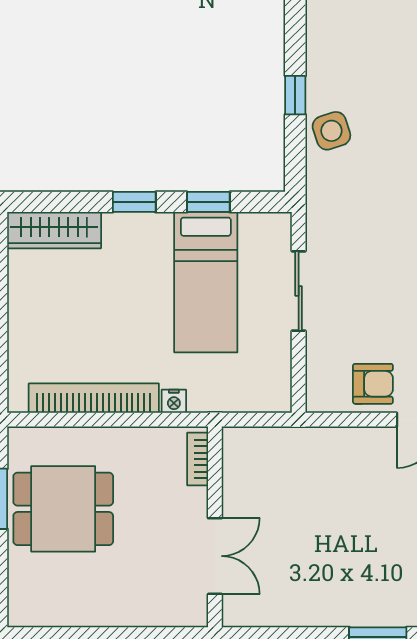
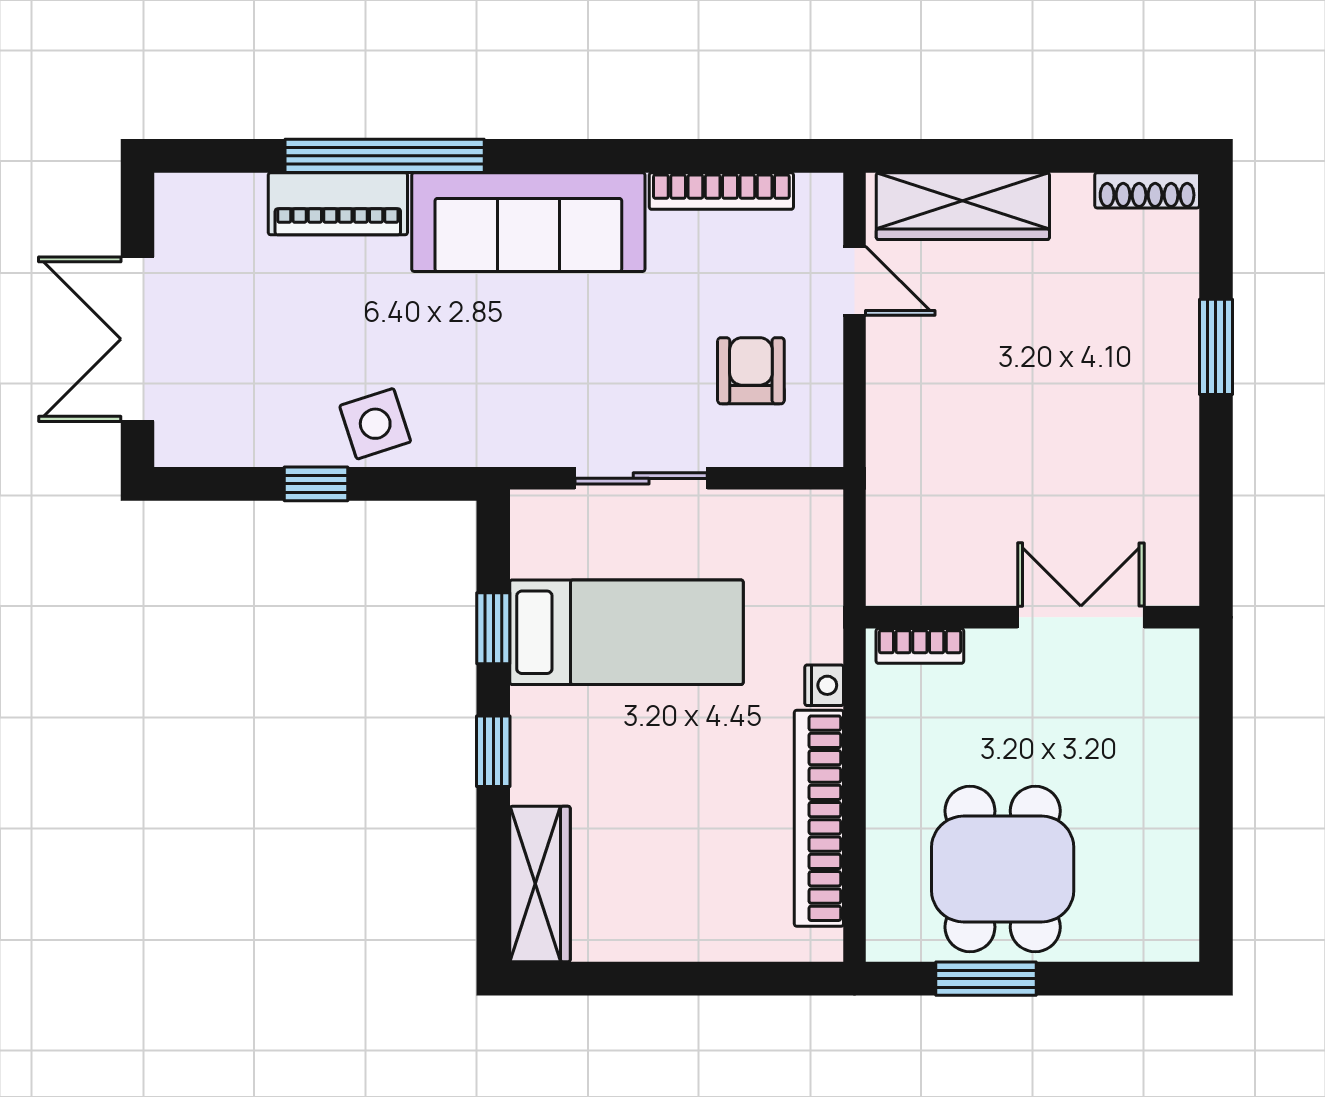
armchair: (373, 384) -> (751, 371), moved

